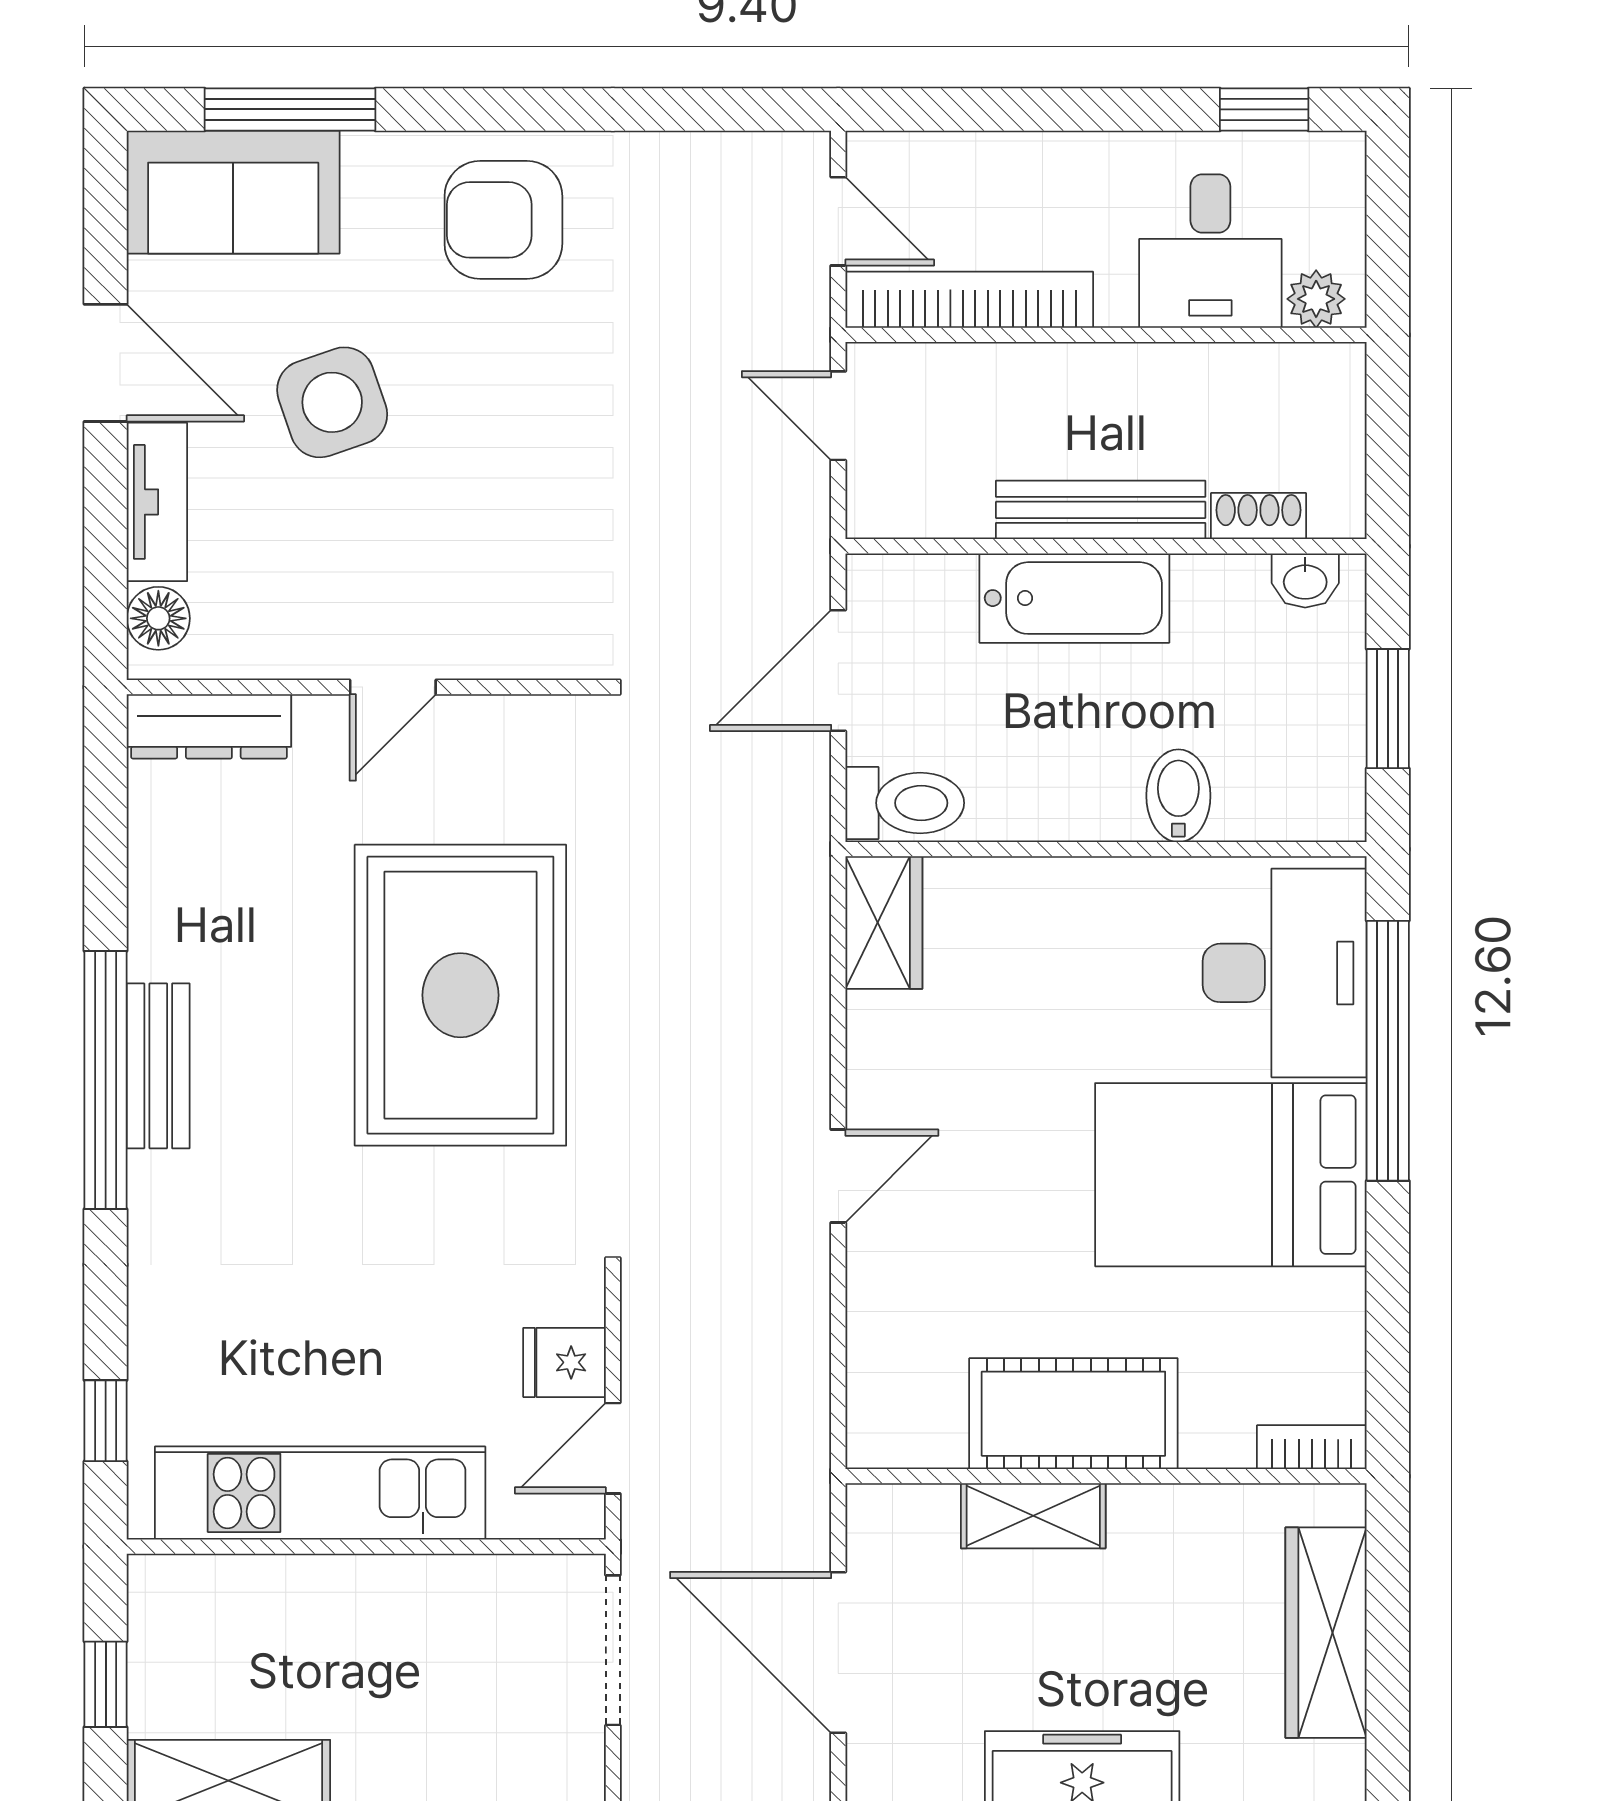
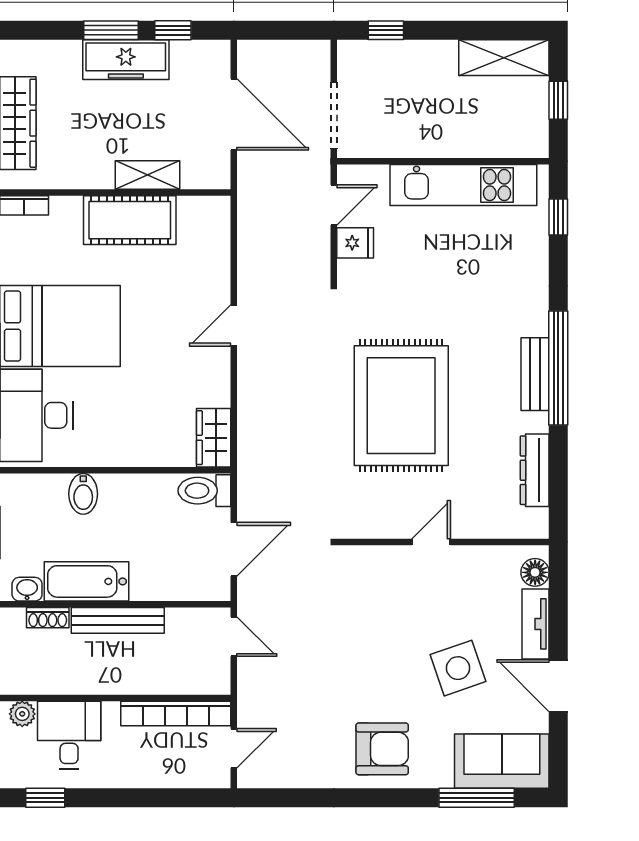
door: (838, 221) -> (234, 748), swing flipped
door: (838, 416) -> (234, 637), moved
bathtub: (1074, 598) -> (86, 581), moved
dresser: (209, 726) -> (535, 470), moved, turned -90

